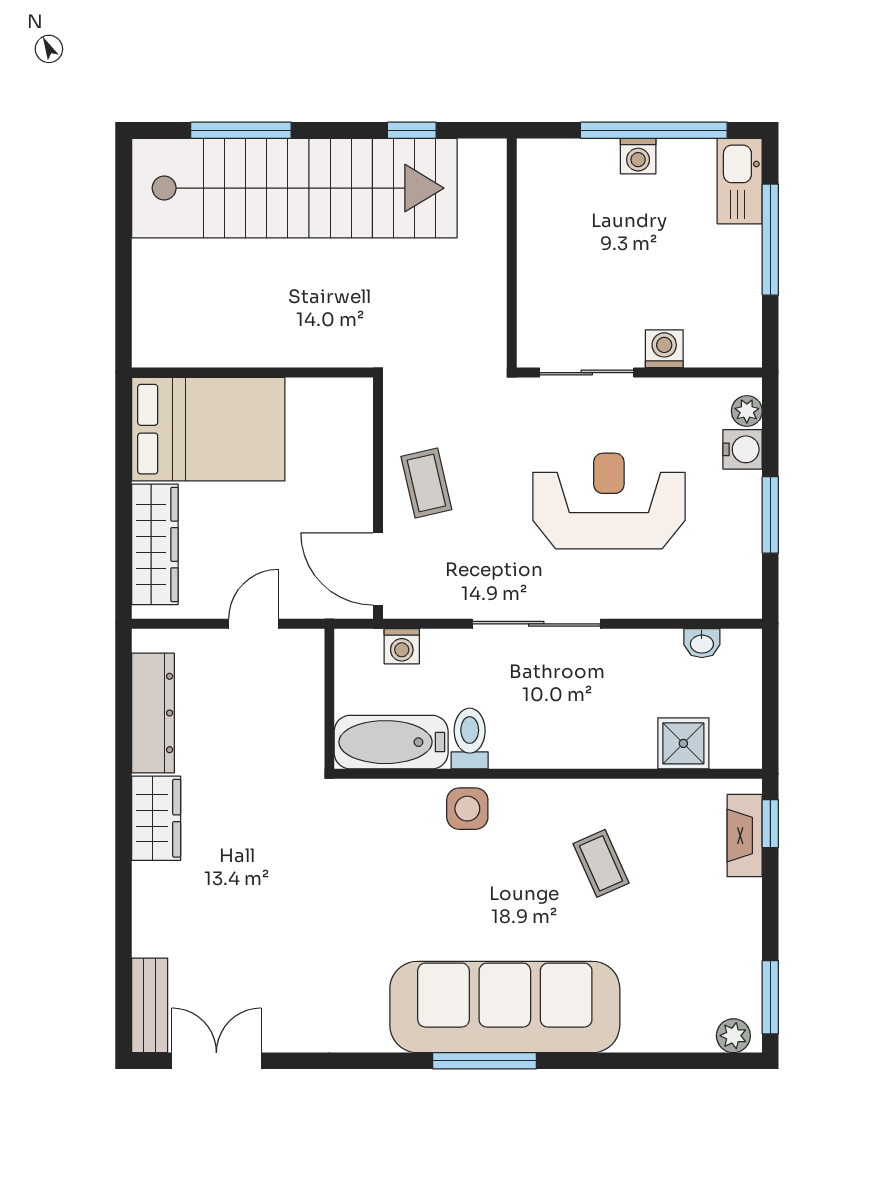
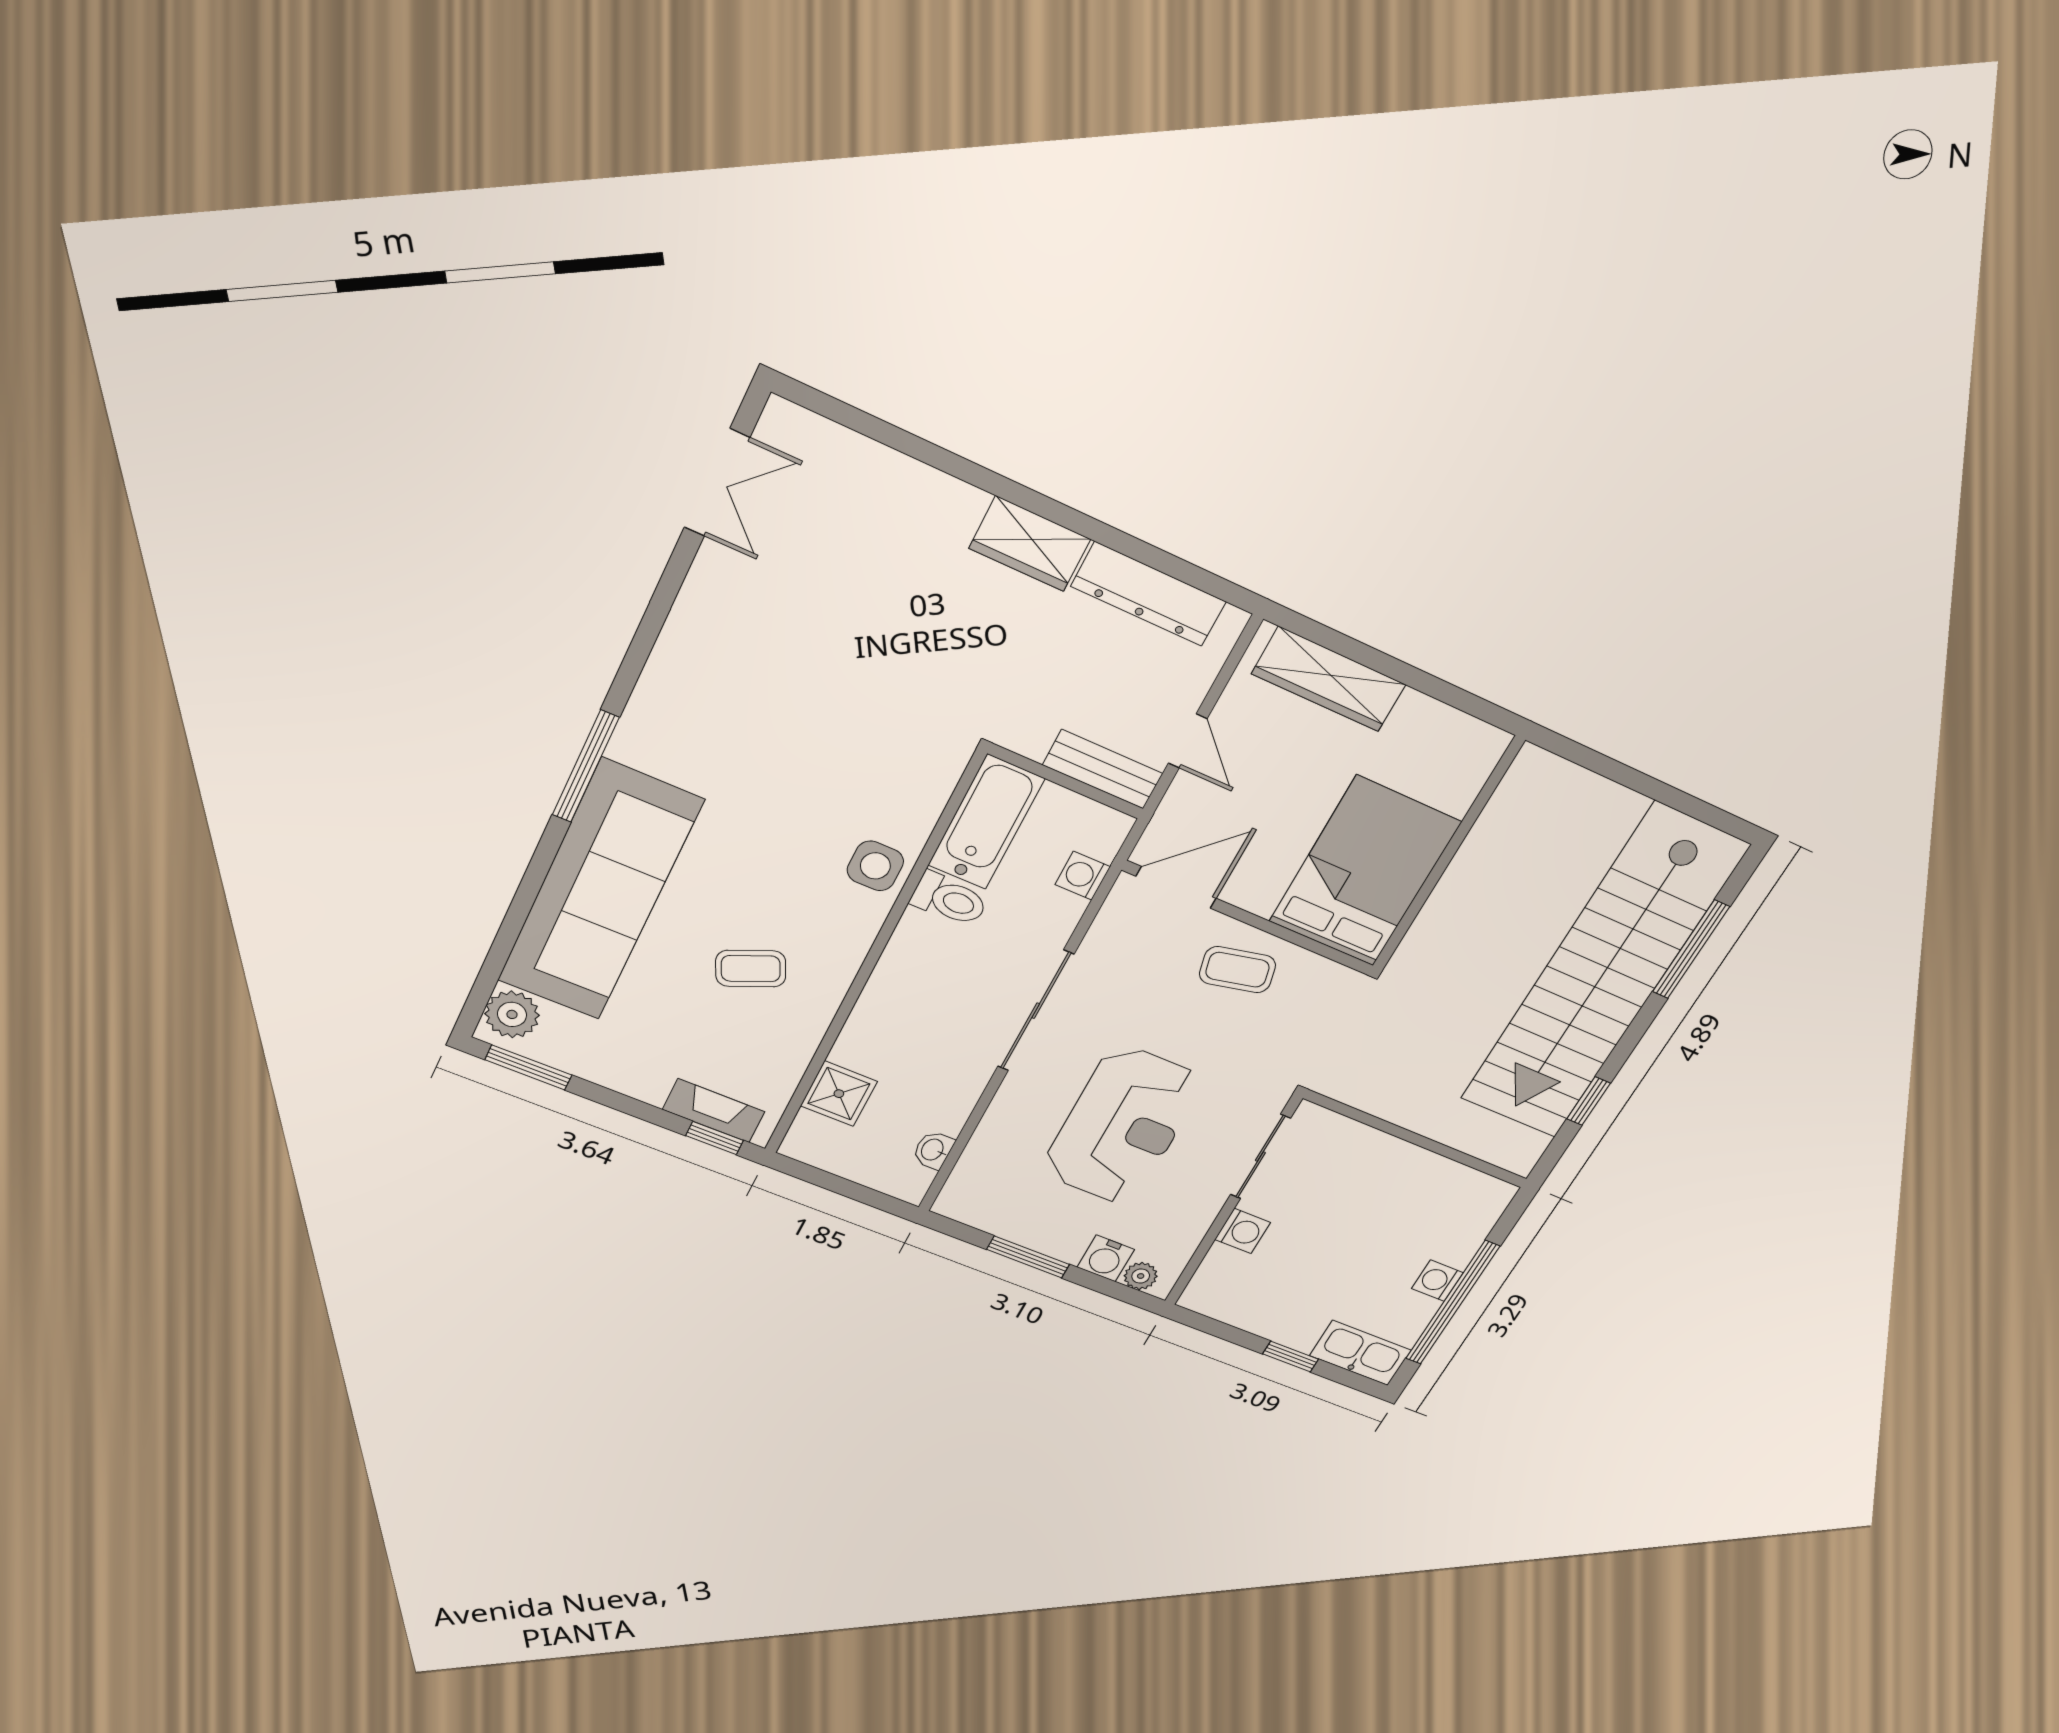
window: (770, 240) -> (1291, 1357), width x0.46
bed: (208, 429) -> (1365, 872), moved, turned 180
bench: (150, 1005) -> (1103, 769), moved
sofa: (505, 1007) -> (600, 891), moved
plant: (733, 1036) -> (512, 1014), width x1.38, depth x1.38

